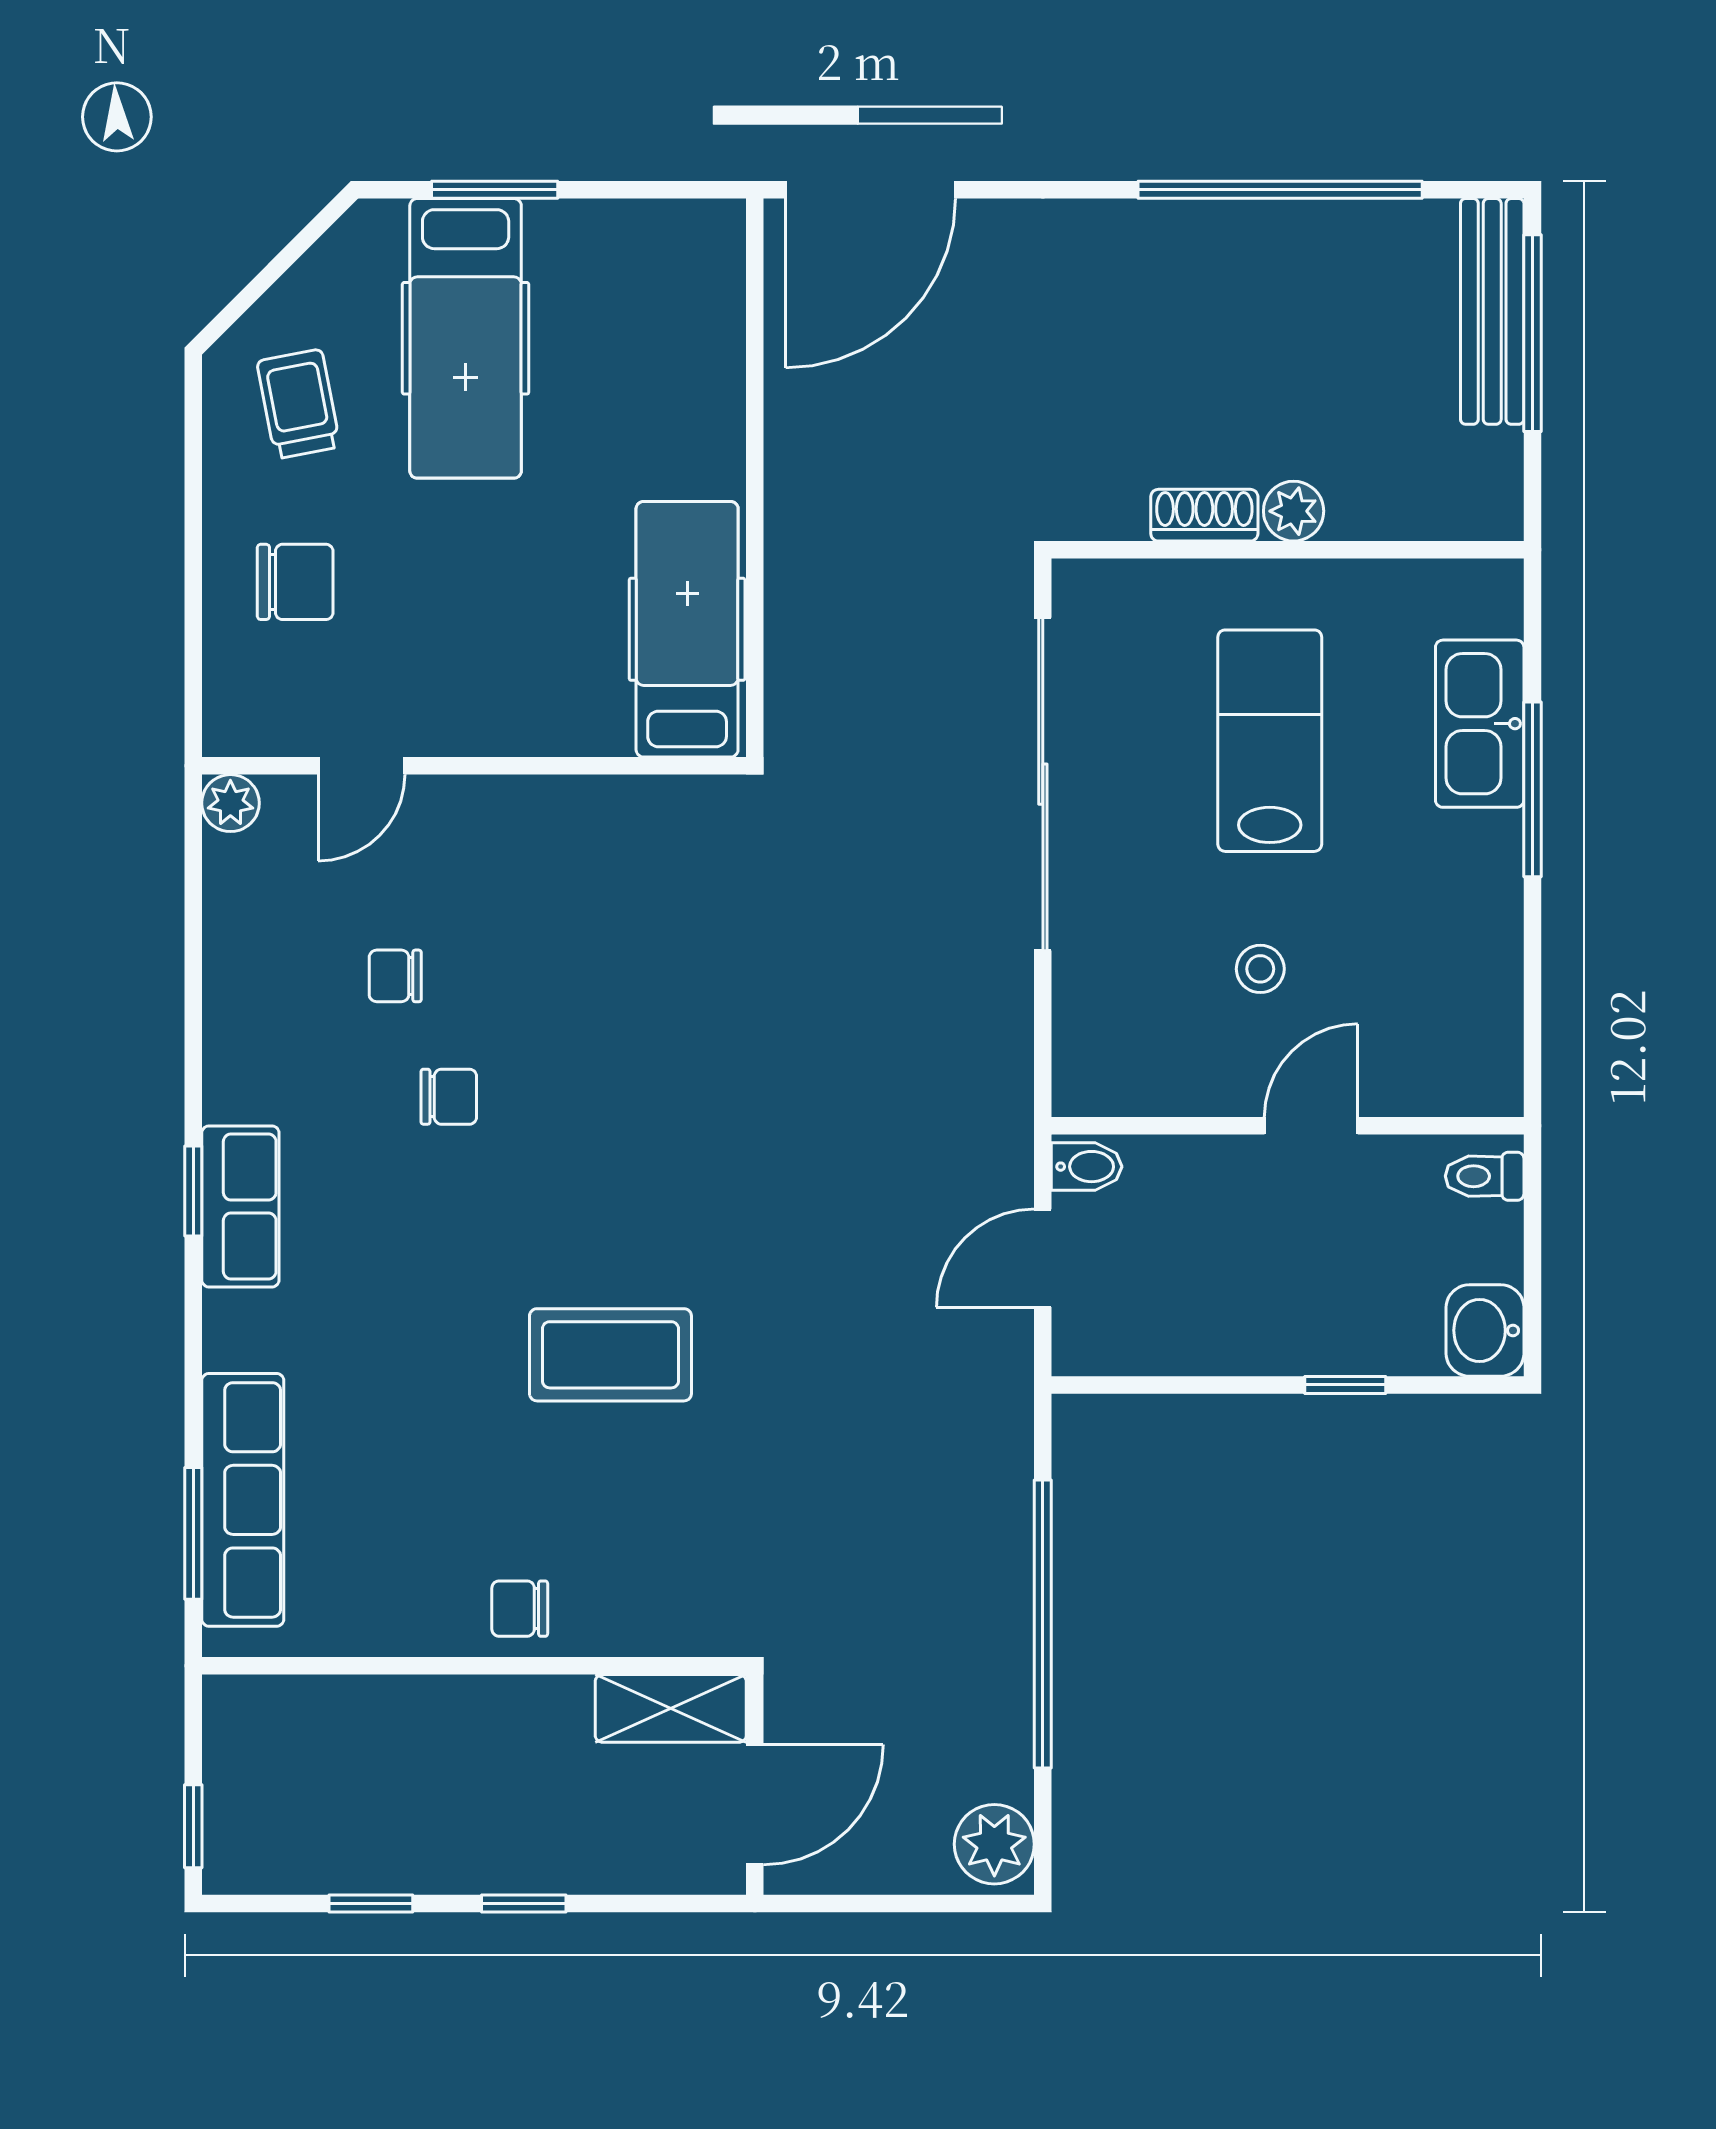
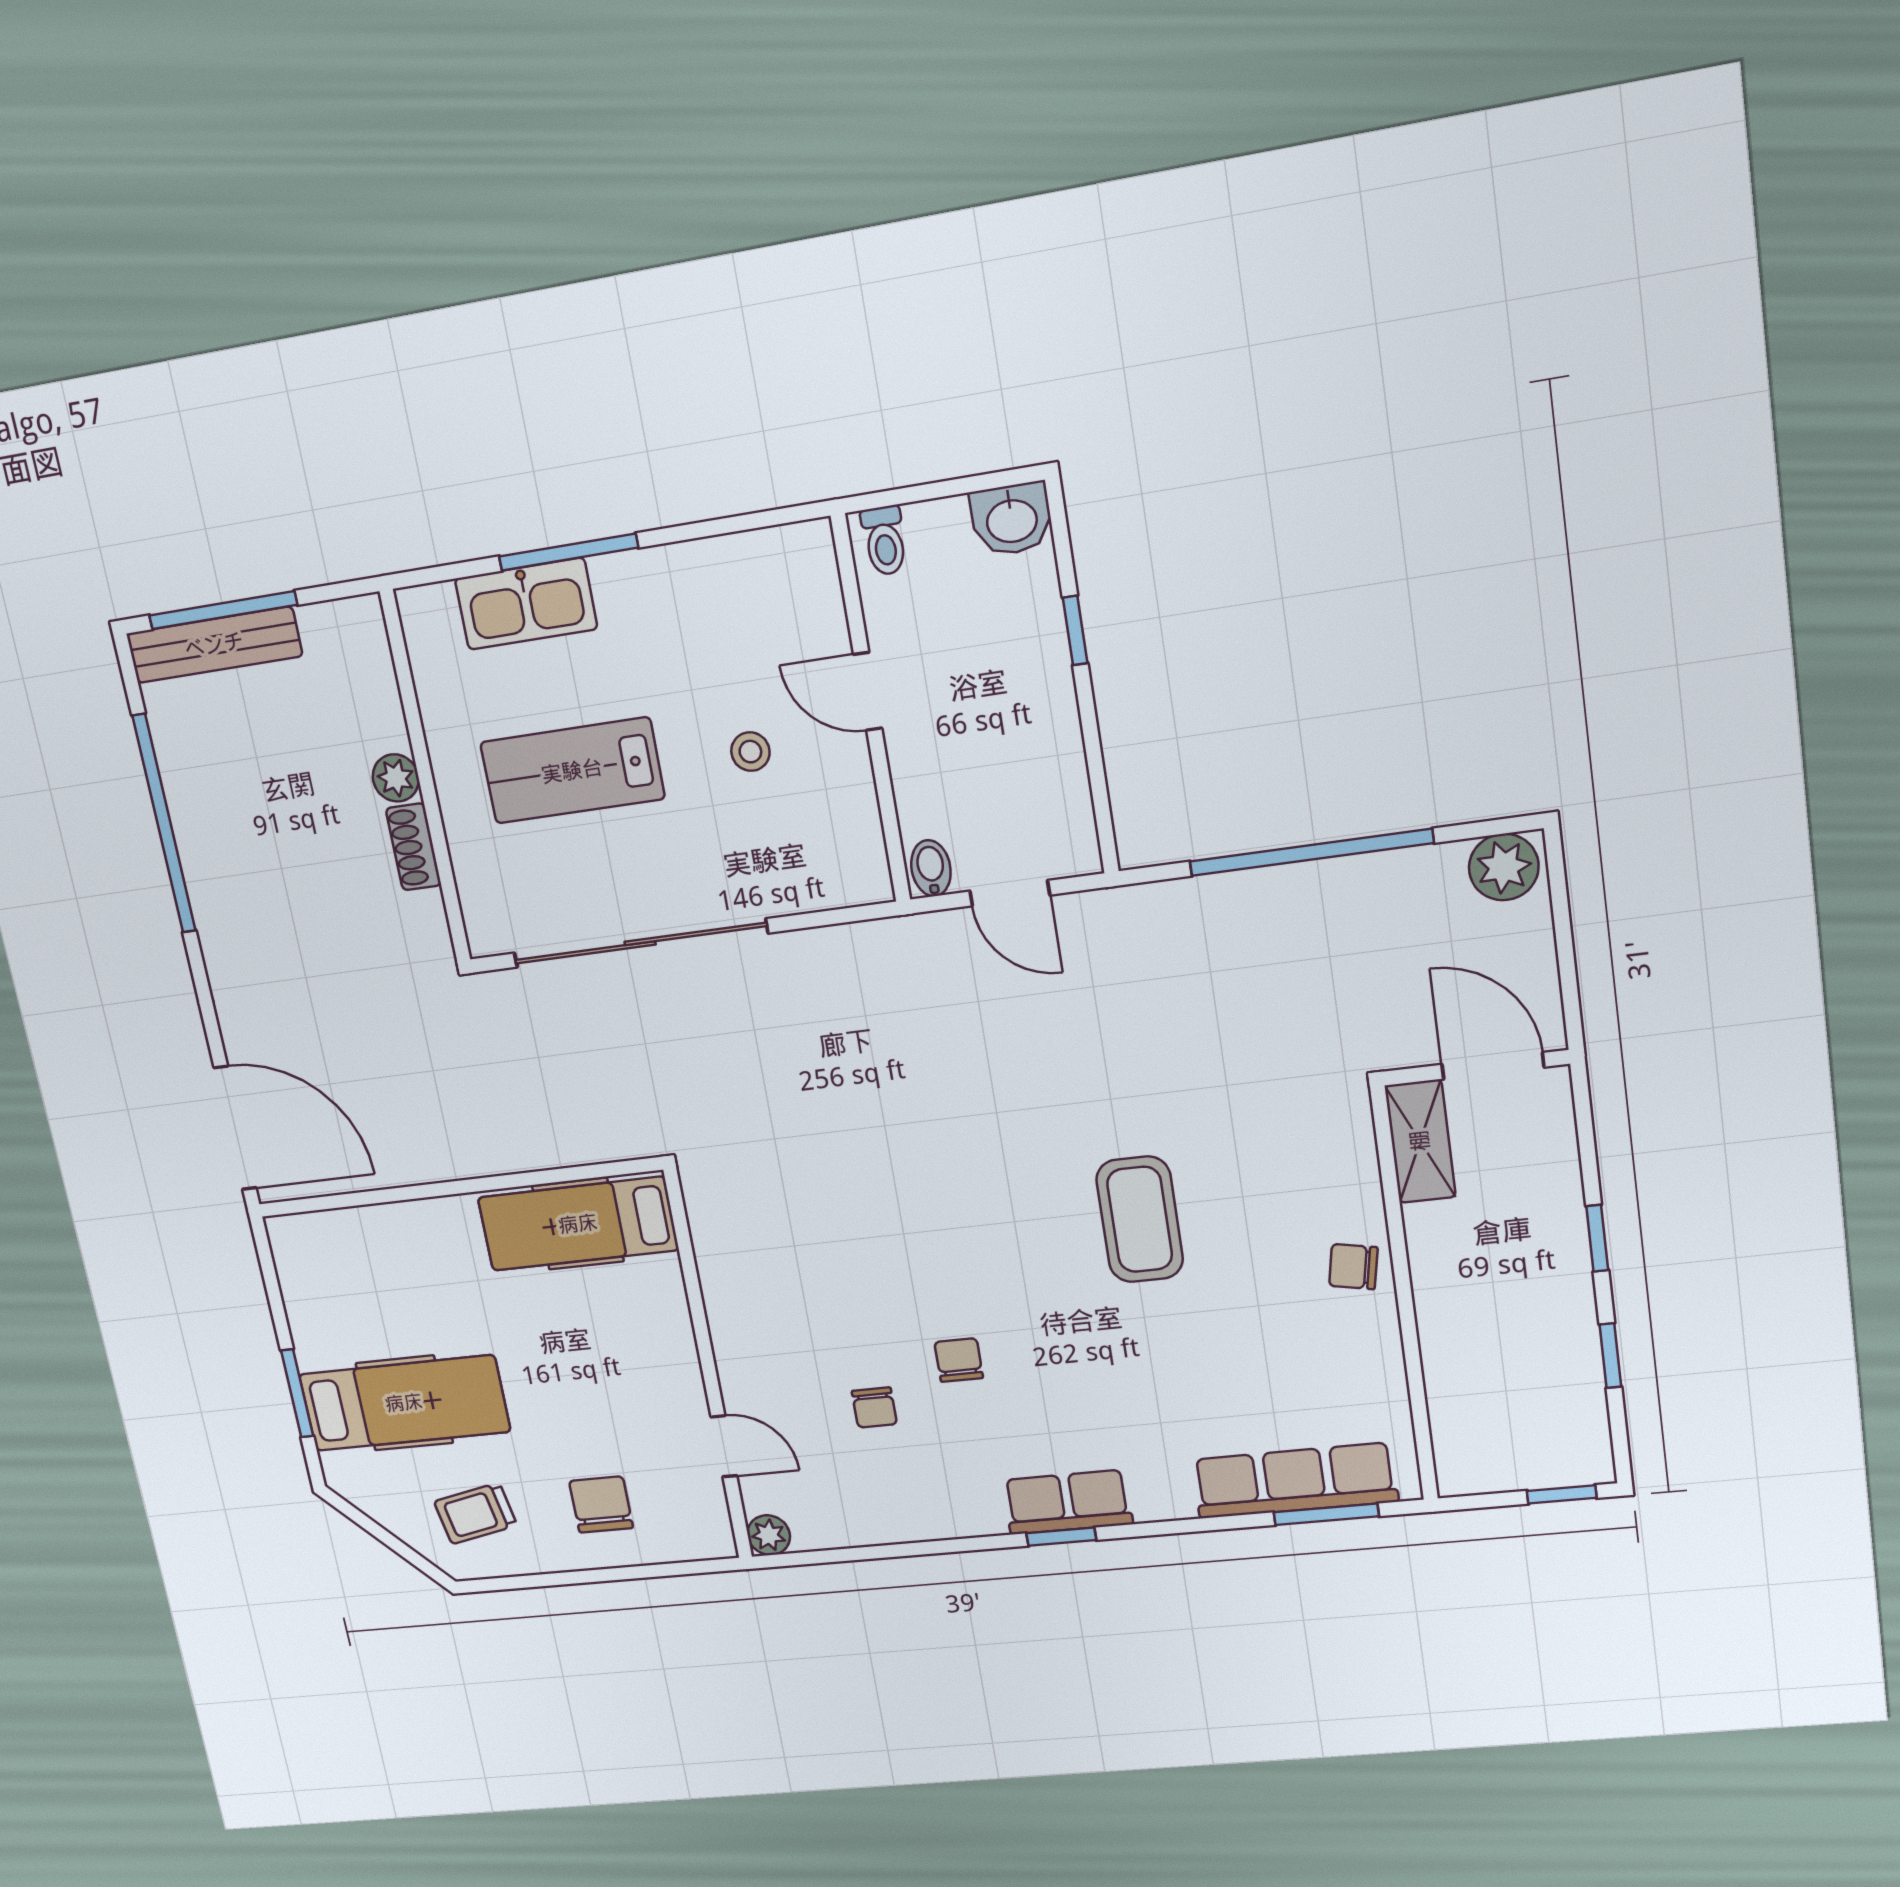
chair: (520, 1609) -> (1353, 1267), turned 101

